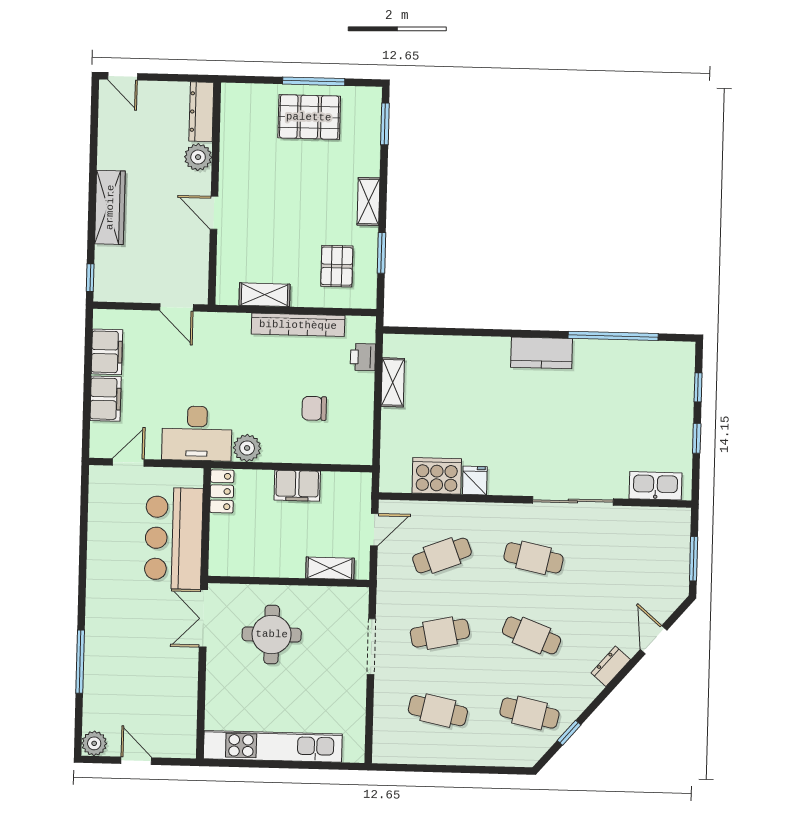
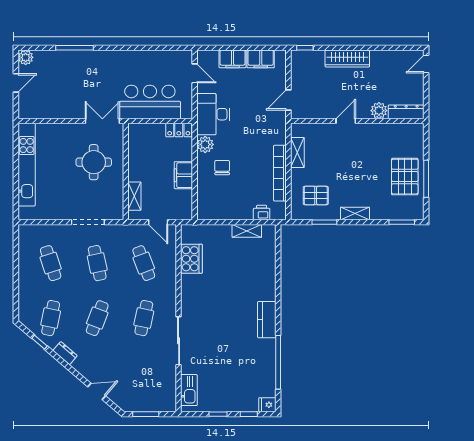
chair: (314, 408) -> (222, 168), moved
fridge: (475, 481) -> (267, 405), moved, turned 180
dresser: (611, 666) -> (65, 353), moved
cafe table: (438, 711) -> (51, 263), turned -30

